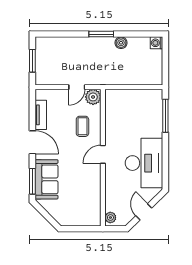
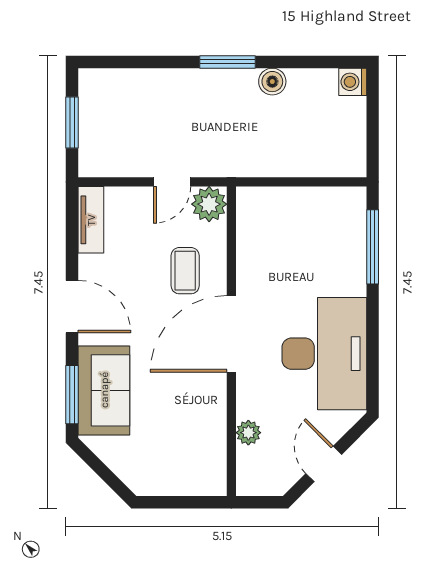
tv unit: (41, 115) -> (91, 220), moved
door: (103, 154) -> (231, 334), width x1.88
plant: (110, 218) -> (248, 433), moved

